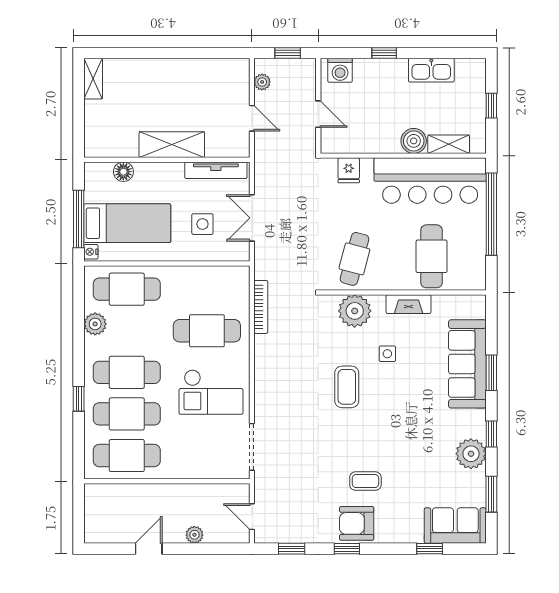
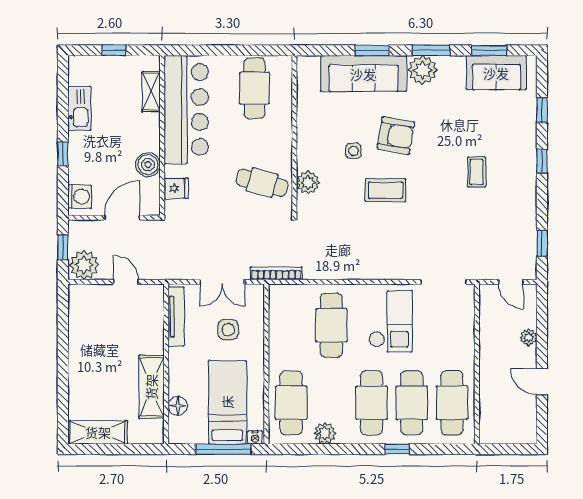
shelving: (93, 79) -> (98, 432), width x1.50, depth x1.33
plant: (262, 82) -> (84, 265), width x1.87, depth x1.87
door: (318, 114) -> (122, 218), width x1.38
door: (252, 118) -> (126, 282), hinge flipped
boiler: (414, 141) -> (148, 165), moved
shelving: (172, 145) -> (151, 387), moved
window: (491, 214) -> (219, 50), removed
cafe table: (432, 256) -> (254, 88), moved, turned 90
fireplace: (409, 304) -> (306, 130), removed
bookcase: (261, 307) -> (276, 273), moved
plant: (355, 311) -> (308, 182), width x0.73, depth x0.73
window: (491, 434) -> (431, 50), width x1.50
plant: (471, 454) -> (423, 70), moved
door: (252, 517) -> (511, 282), hinge flipped
armchair: (357, 523) -> (396, 136), moved, turned -80
sofa: (455, 526) -> (496, 73), moved, turned -90
window: (347, 549) -> (542, 161), moved

